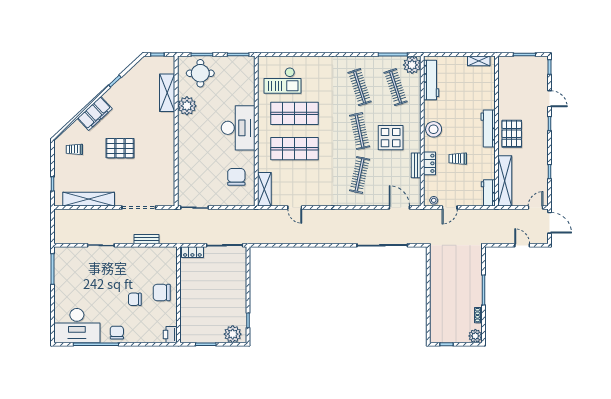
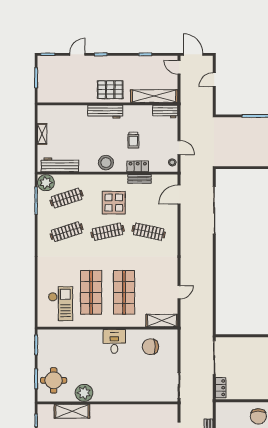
shelving: (479, 61) -> (42, 134), moved
desk: (238, 128) -> (114, 341), width x0.53, depth x0.77
door: (549, 223) -> (193, 54), hinge flipped

